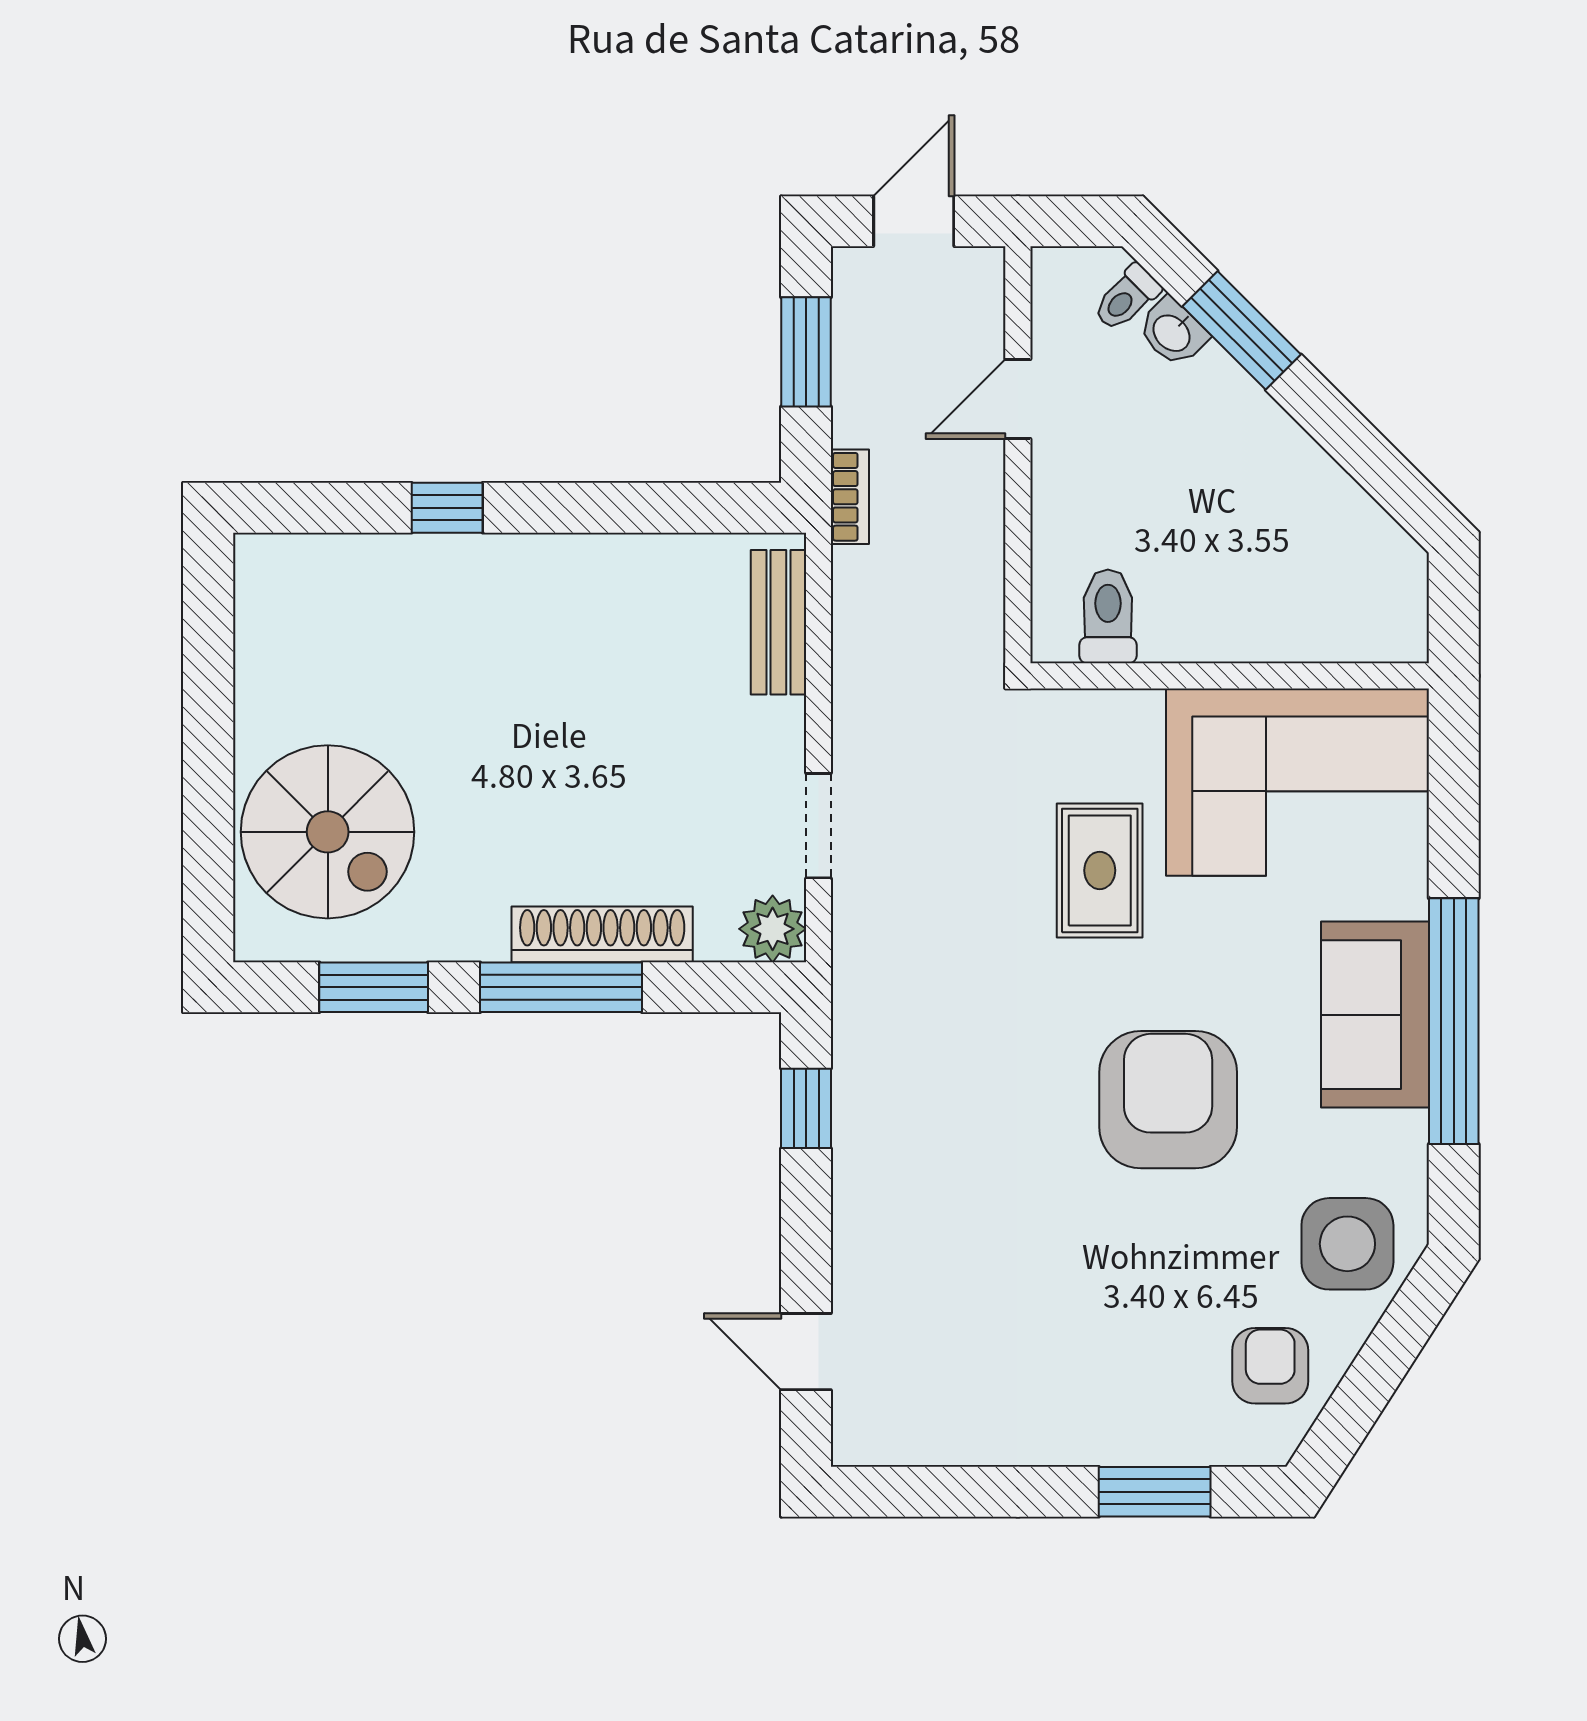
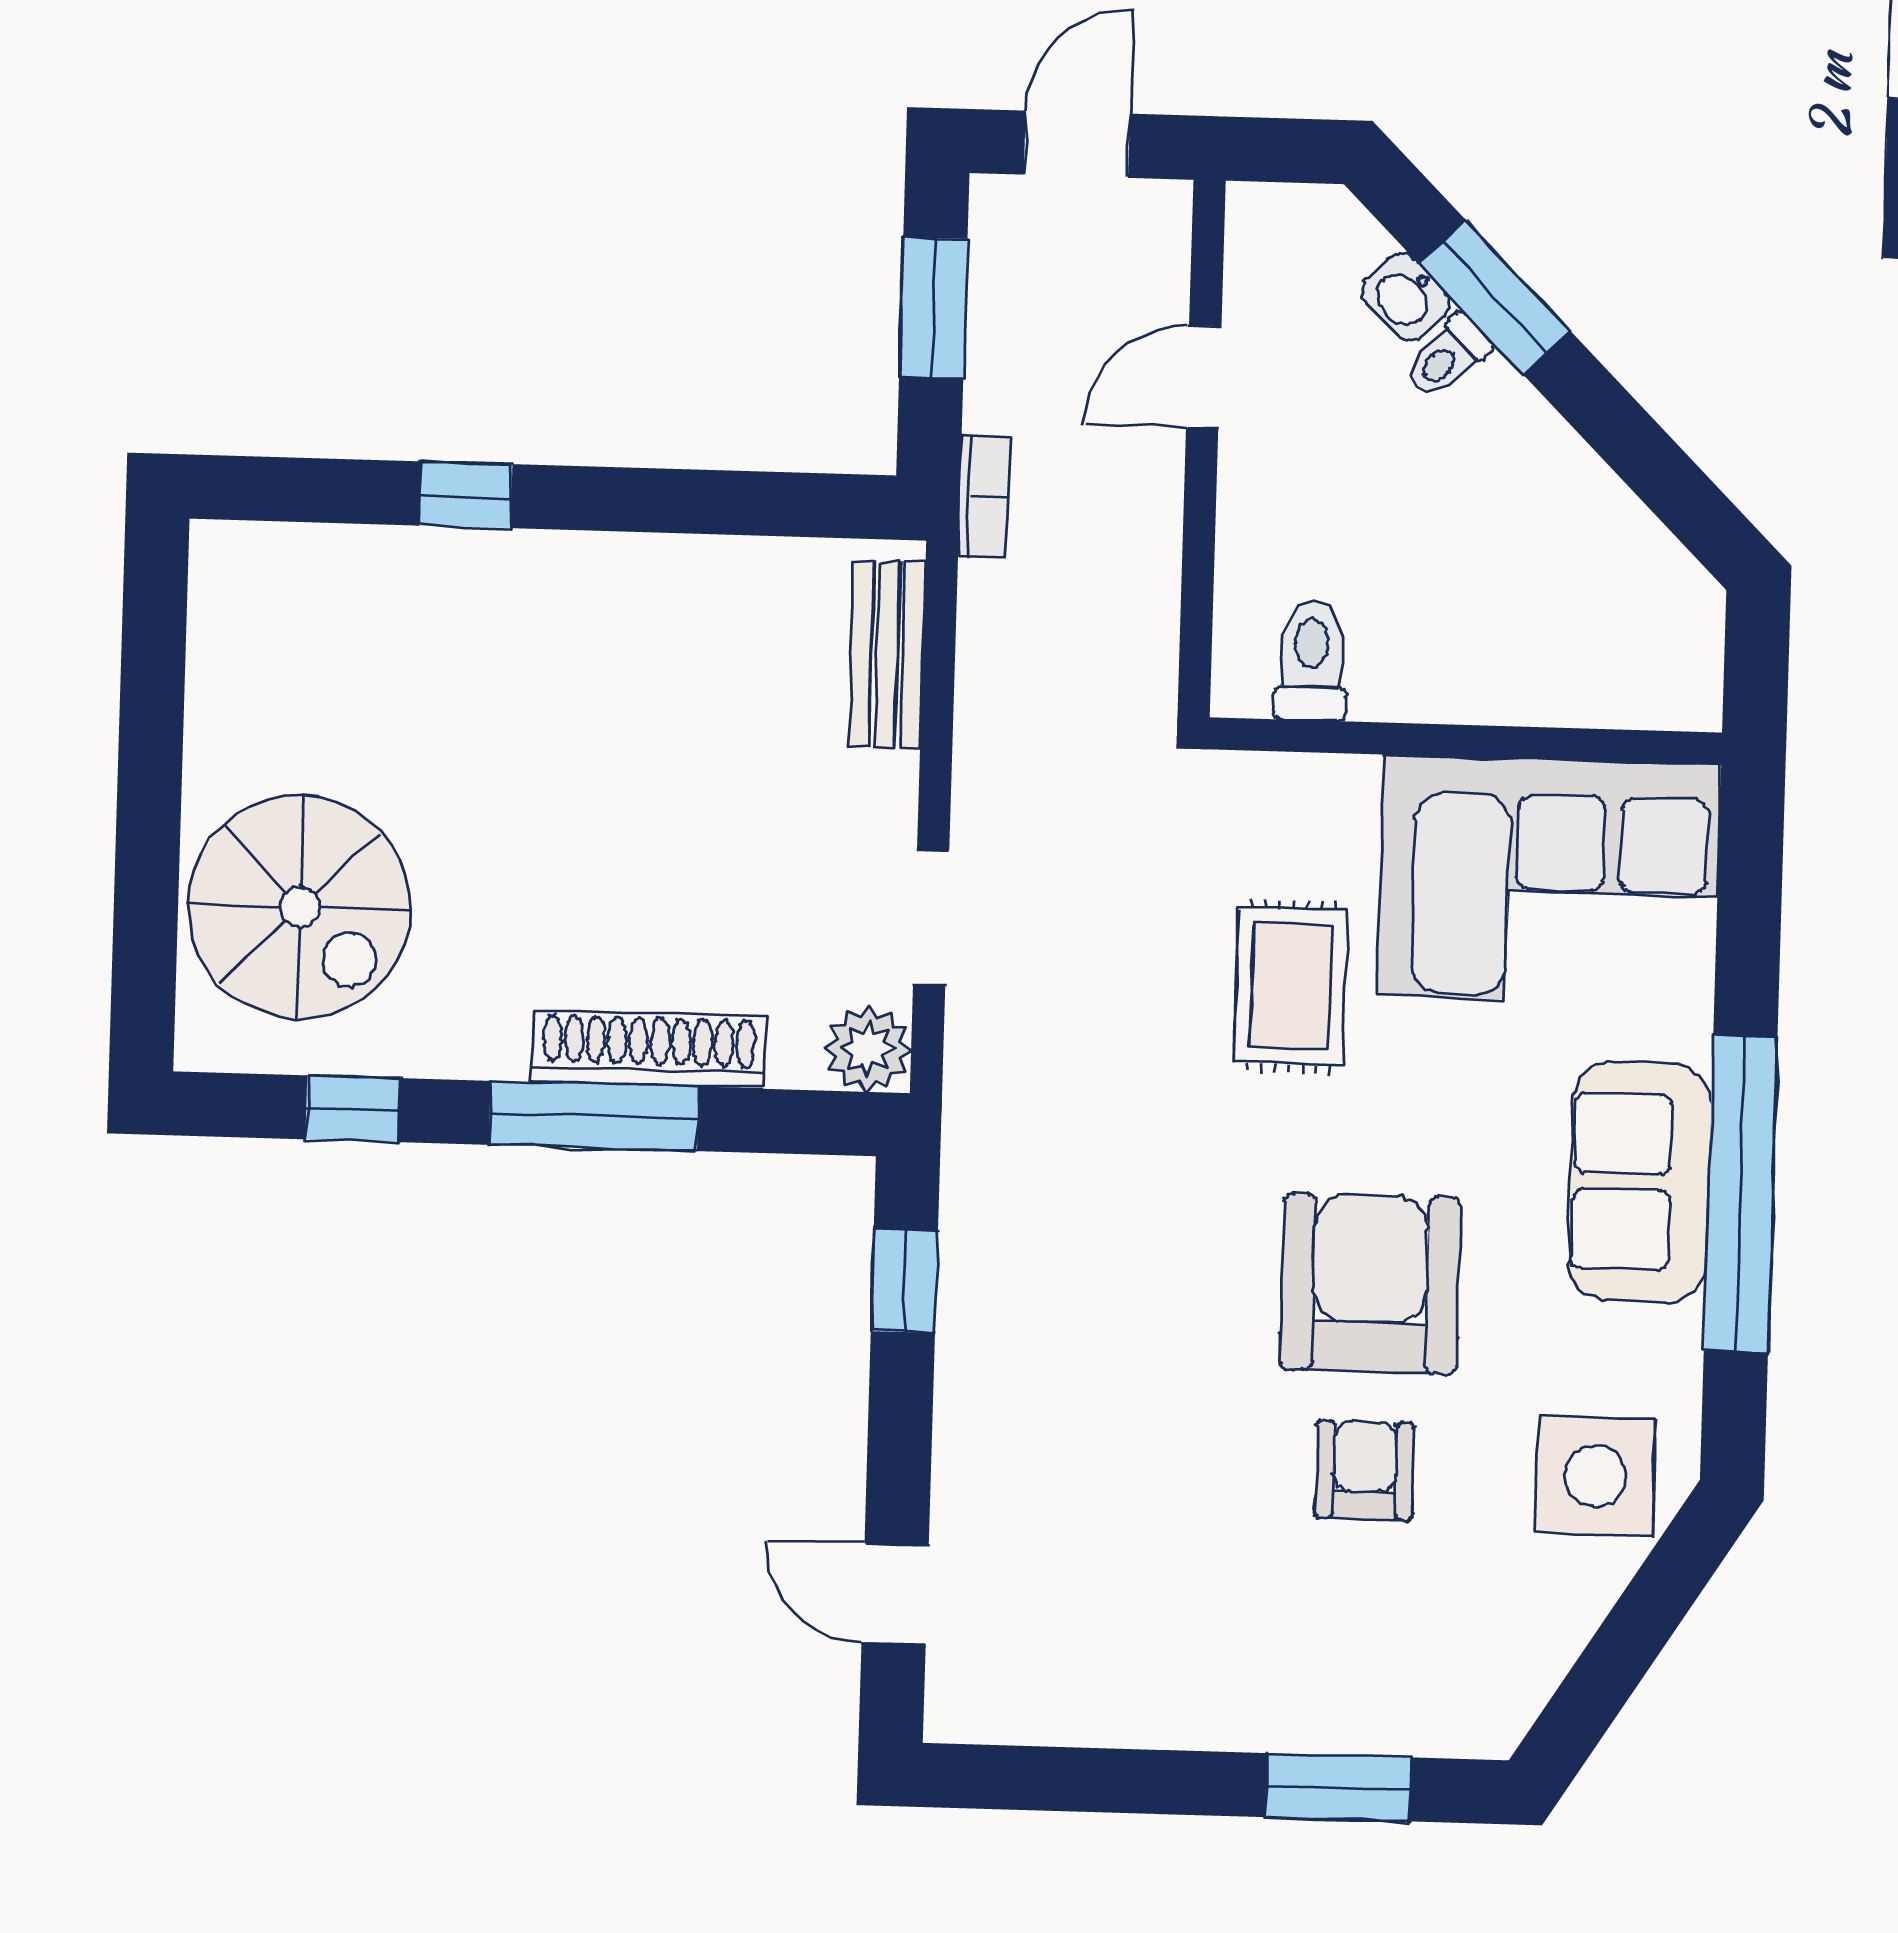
toilet: (1127, 298) -> (1448, 357), moved
window: (374, 987) -> (353, 1109), width x0.67
armchair: (1270, 1366) -> (1365, 1470), moved

